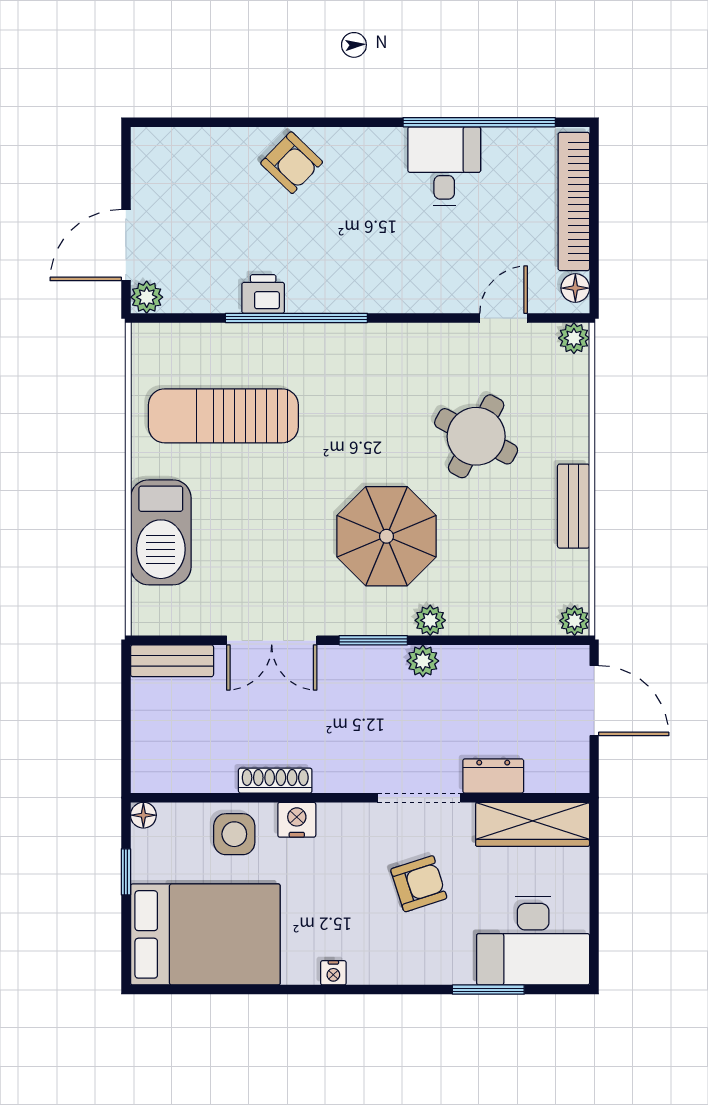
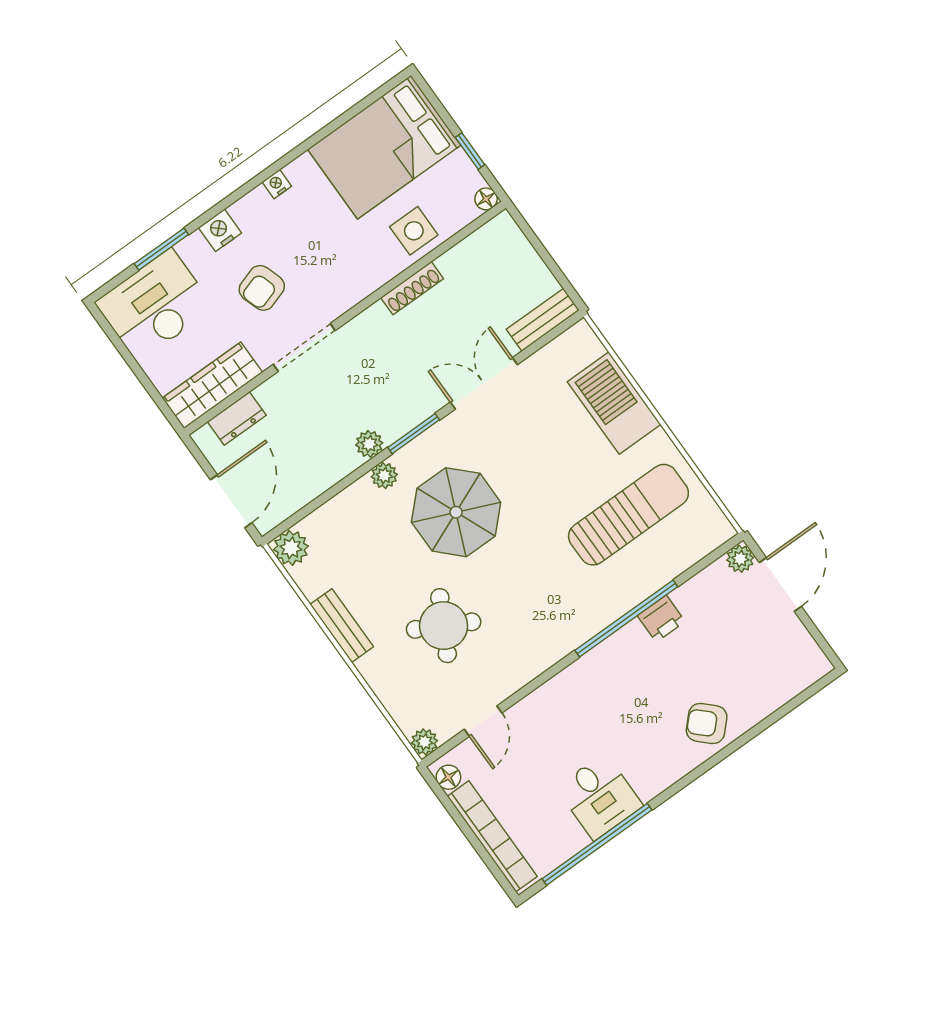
plant: (575, 621) -> (291, 548), width x1.38, depth x1.38
door: (594, 701) -> (231, 501), swing flipped
dresser: (493, 776) -> (237, 418), moved
nightstand: (297, 820) -> (220, 230), moved, turned 180

